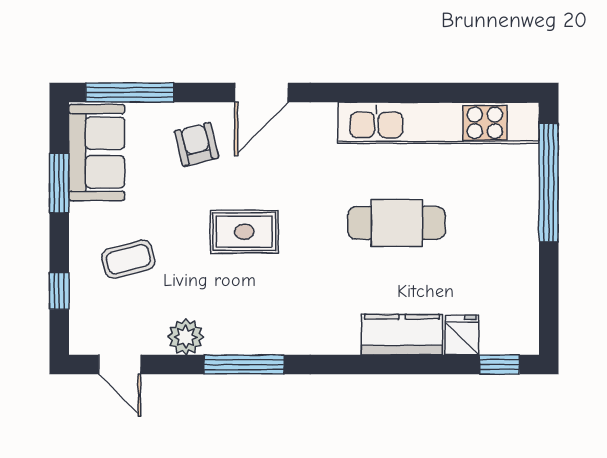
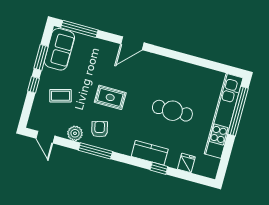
kitchen unit: (439, 123) -> (224, 116), moved, turned 90
armchair: (197, 144) -> (100, 129), moved
window: (59, 291) -> (34, 85), moved
kitchen counter: (402, 335) -> (150, 153), moved
window: (500, 364) -> (159, 168), moved

